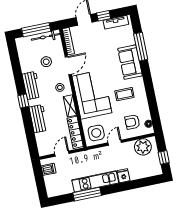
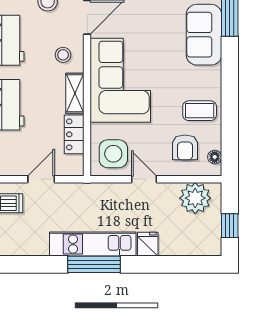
coffee table: (124, 94) -> (200, 111), moved
armchair: (132, 122) -> (185, 147), turned -90
locker: (75, 132) -> (74, 134), width x0.66
door: (115, 143) -> (144, 179), hinge flipped
window: (87, 194) -> (94, 264), moved

